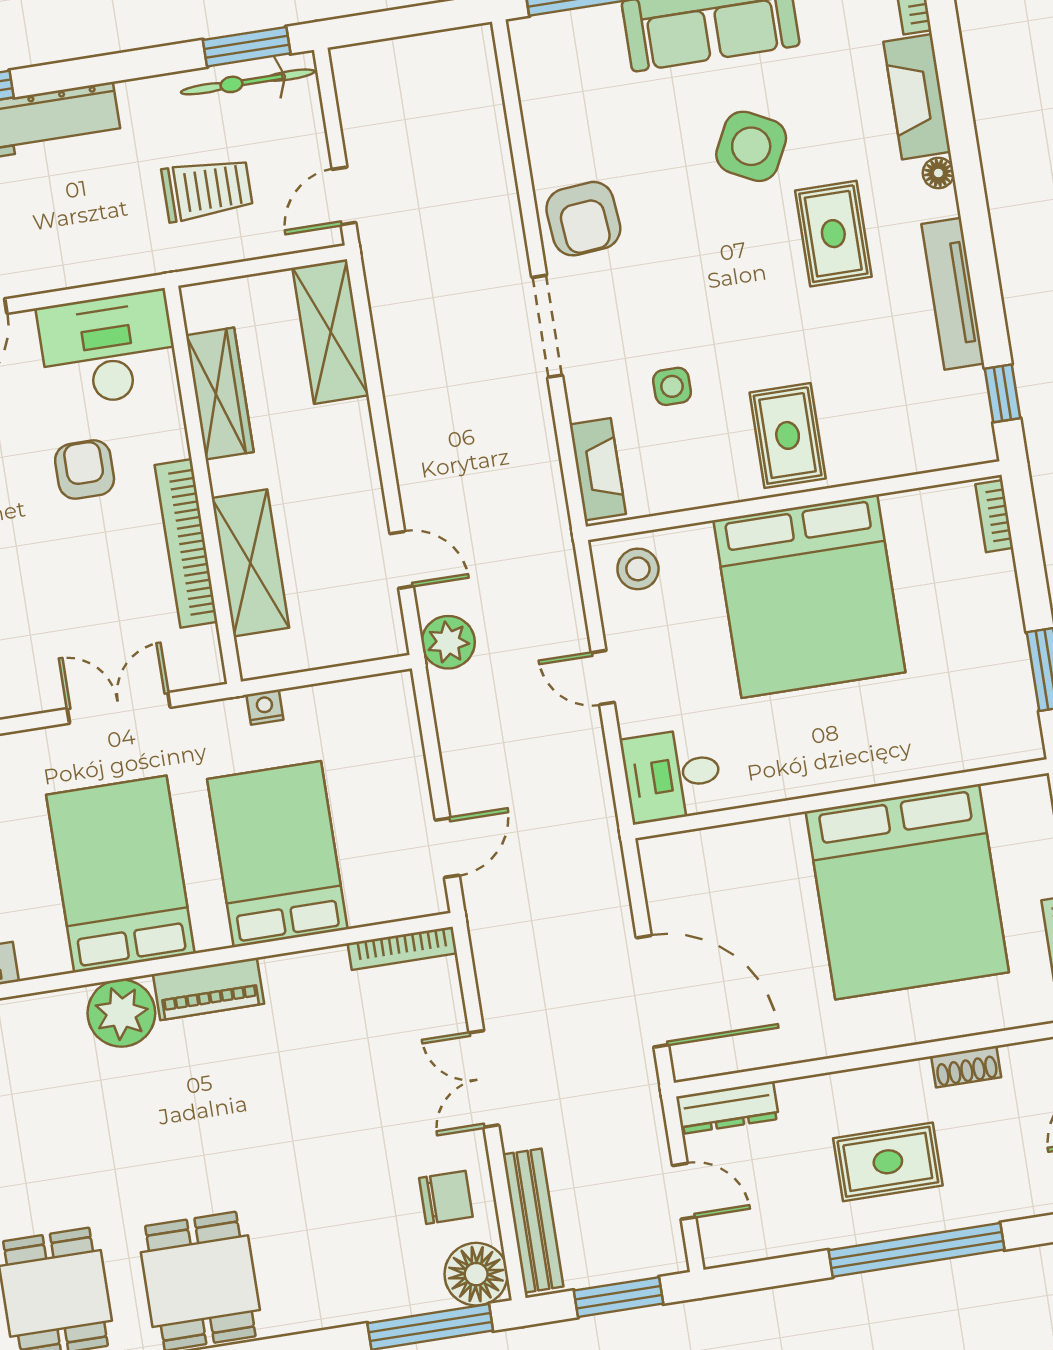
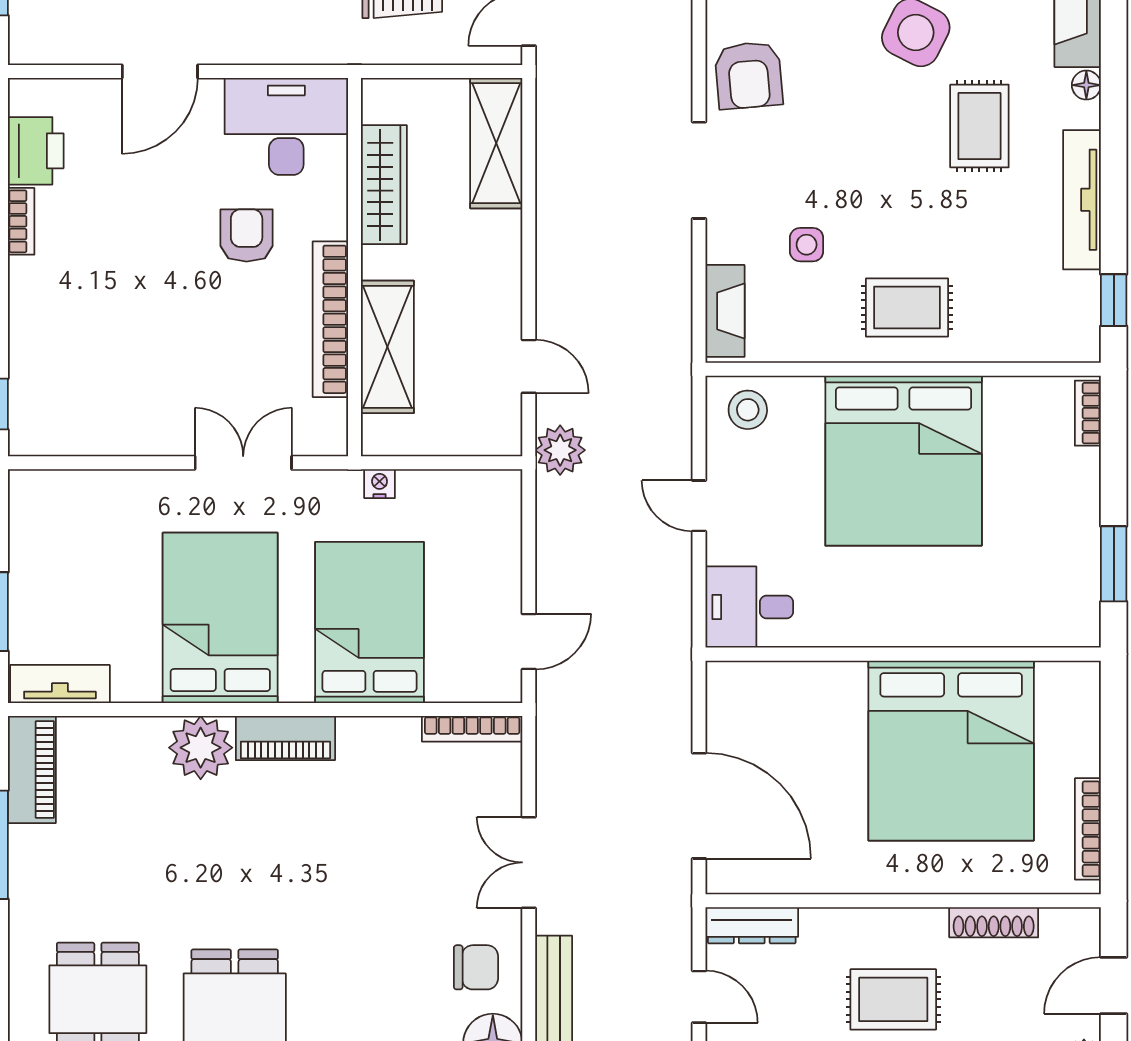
rug: (788, 435) -> (907, 308), turned 90
shoe rack: (966, 1067) -> (994, 922), width x1.43

